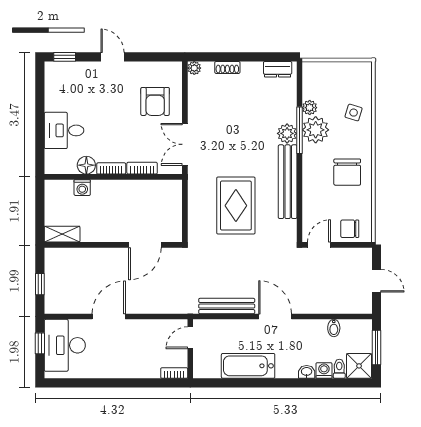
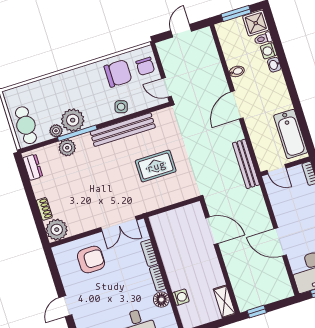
plant: (194, 68) -> (57, 230), width x1.88, depth x1.88
cafe table: (326, 76) -> (26, 125), added
side table: (354, 113) -> (121, 107), moved
plant: (287, 133) -> (67, 148), moved
chair: (347, 172) -> (118, 73), moved
rug: (236, 206) -> (156, 166), width x0.73, depth x0.70
window: (40, 284) -> (257, 312), moved
bench: (227, 306) -> (246, 164), moved
bidet: (334, 328) -> (237, 71), moved
bathtub: (248, 366) -> (291, 134), moved

